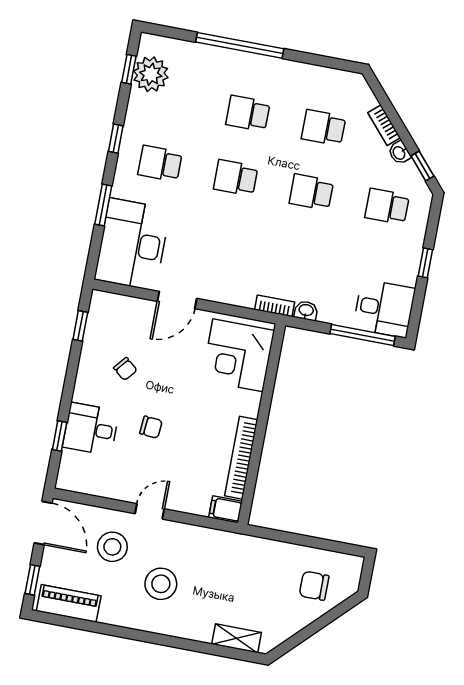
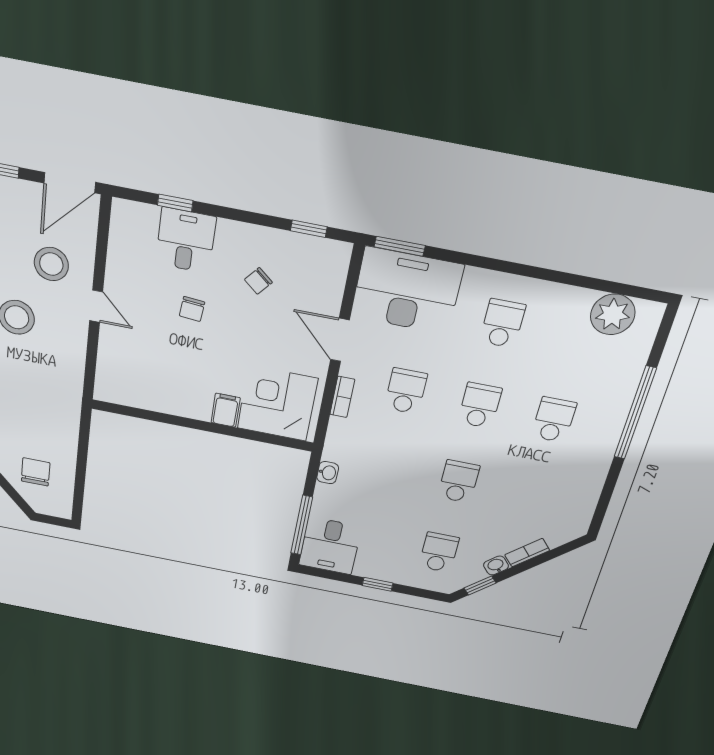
window: (129, 69) -> (622, 289), removed
school desk: (324, 128) -> (406, 391), moved
window: (116, 139) -> (537, 273), removed
window: (103, 205) -> (400, 246), moved
bookcase: (275, 306) -> (342, 397), moved
bookcase: (241, 458) -> (164, 404), removed
filing cabinet: (226, 509) -> (226, 410), moved

